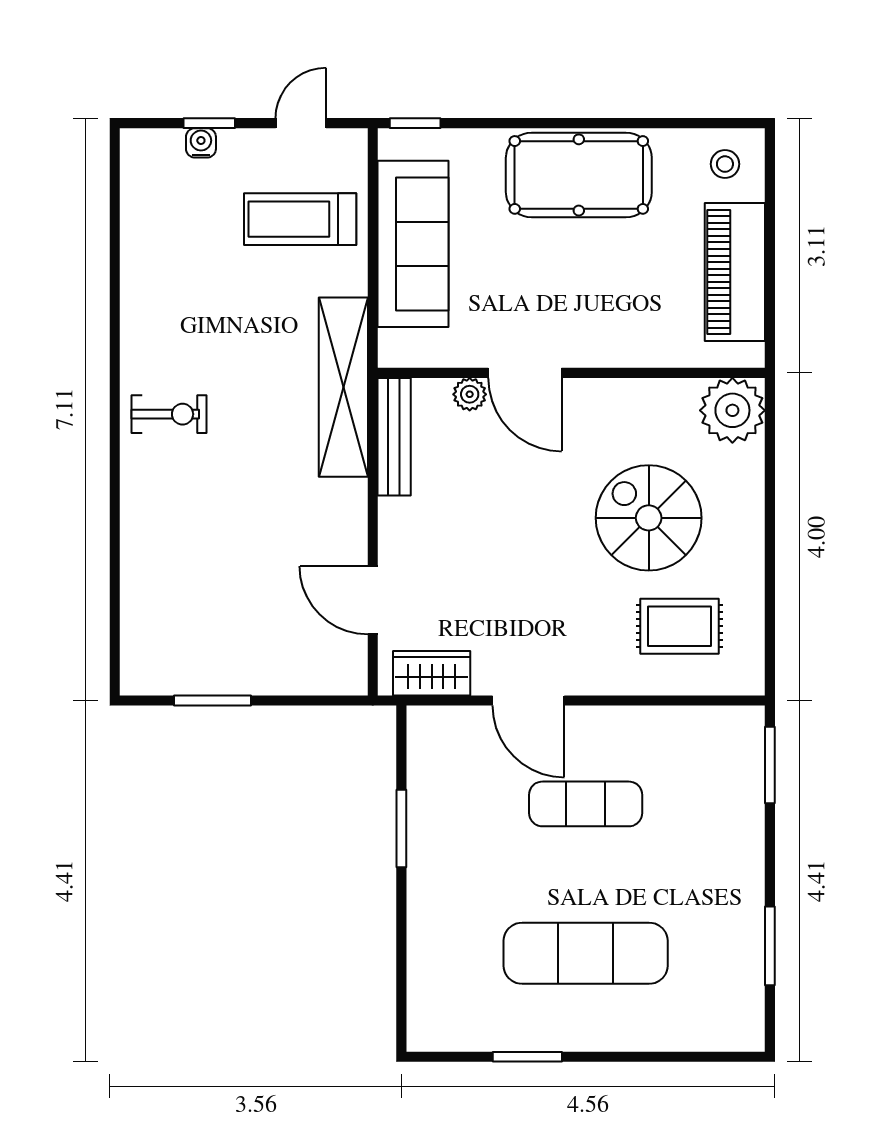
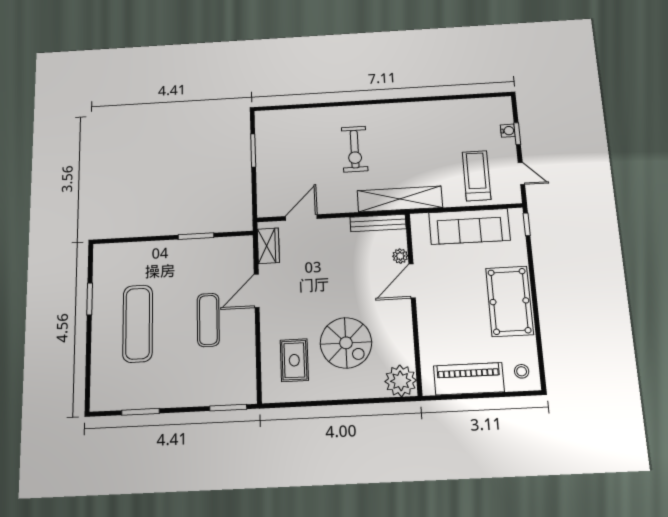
exercise bike: (169, 414) -> (355, 149), moved, width x1.38, depth x1.39
spiral stairs: (649, 518) -> (346, 343), turned 90

